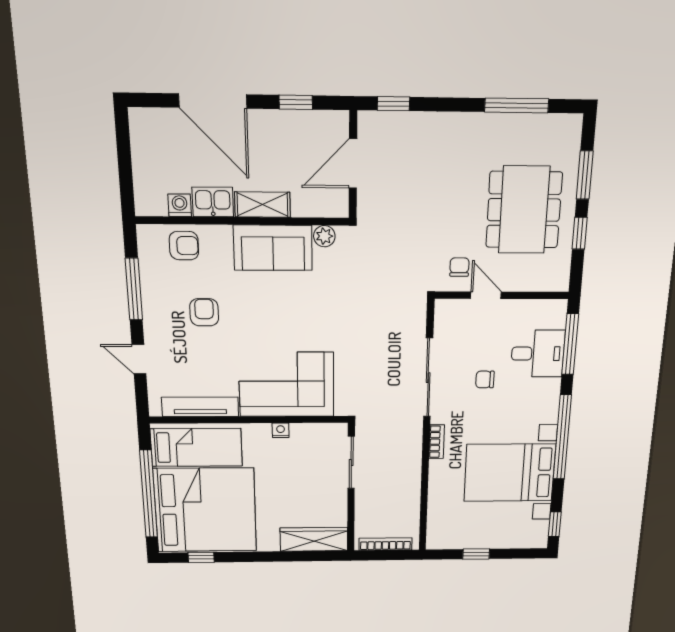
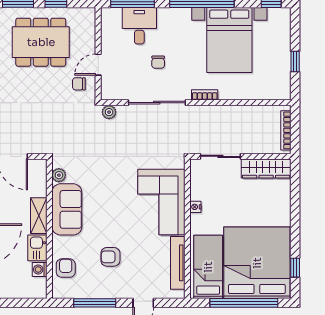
plant: (417, 311) -> (109, 112), added
wardrobe: (314, 539) -> (266, 169), moved, turned -90

